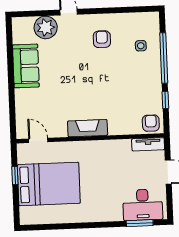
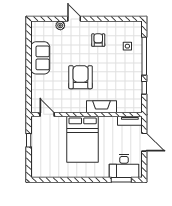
plant: (46, 27) -> (60, 25), width x0.53, depth x0.53
armchair: (151, 123) -> (81, 77), moved, width x1.88, depth x1.88
fireplace: (88, 128) -> (101, 107), moved
bed: (49, 184) -> (83, 139), moved, turned 90

